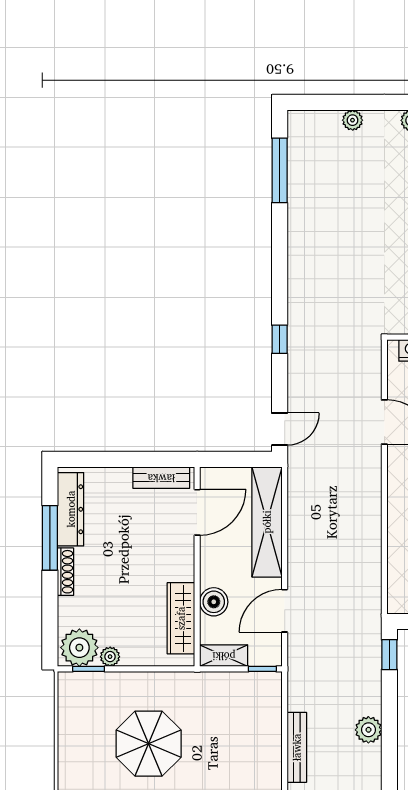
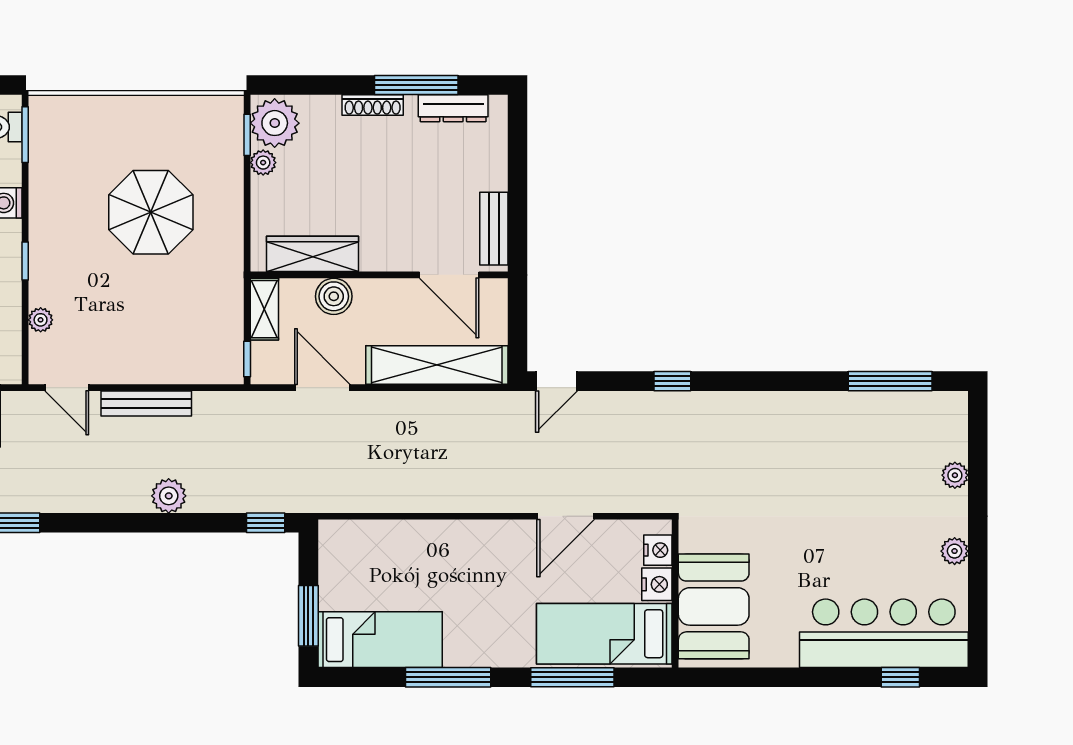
door: (280, 429) -> (557, 381), hinge flipped
dresser: (71, 509) -> (453, 108), width x0.73, depth x0.80

